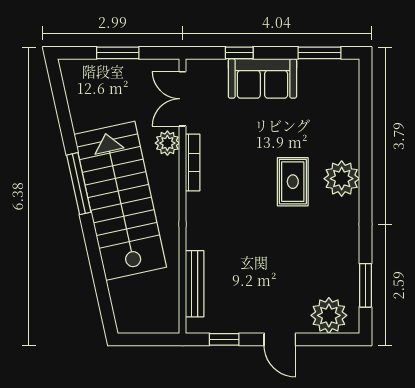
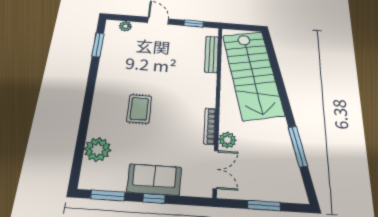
window: (239, 53) -> (154, 198), moved
plant: (342, 179) -> (98, 149), moved
window: (79, 184) -> (298, 146), moved
stairs: (120, 201) -> (253, 74), moved
plant: (329, 315) -> (125, 26), width x0.53, depth x0.53

